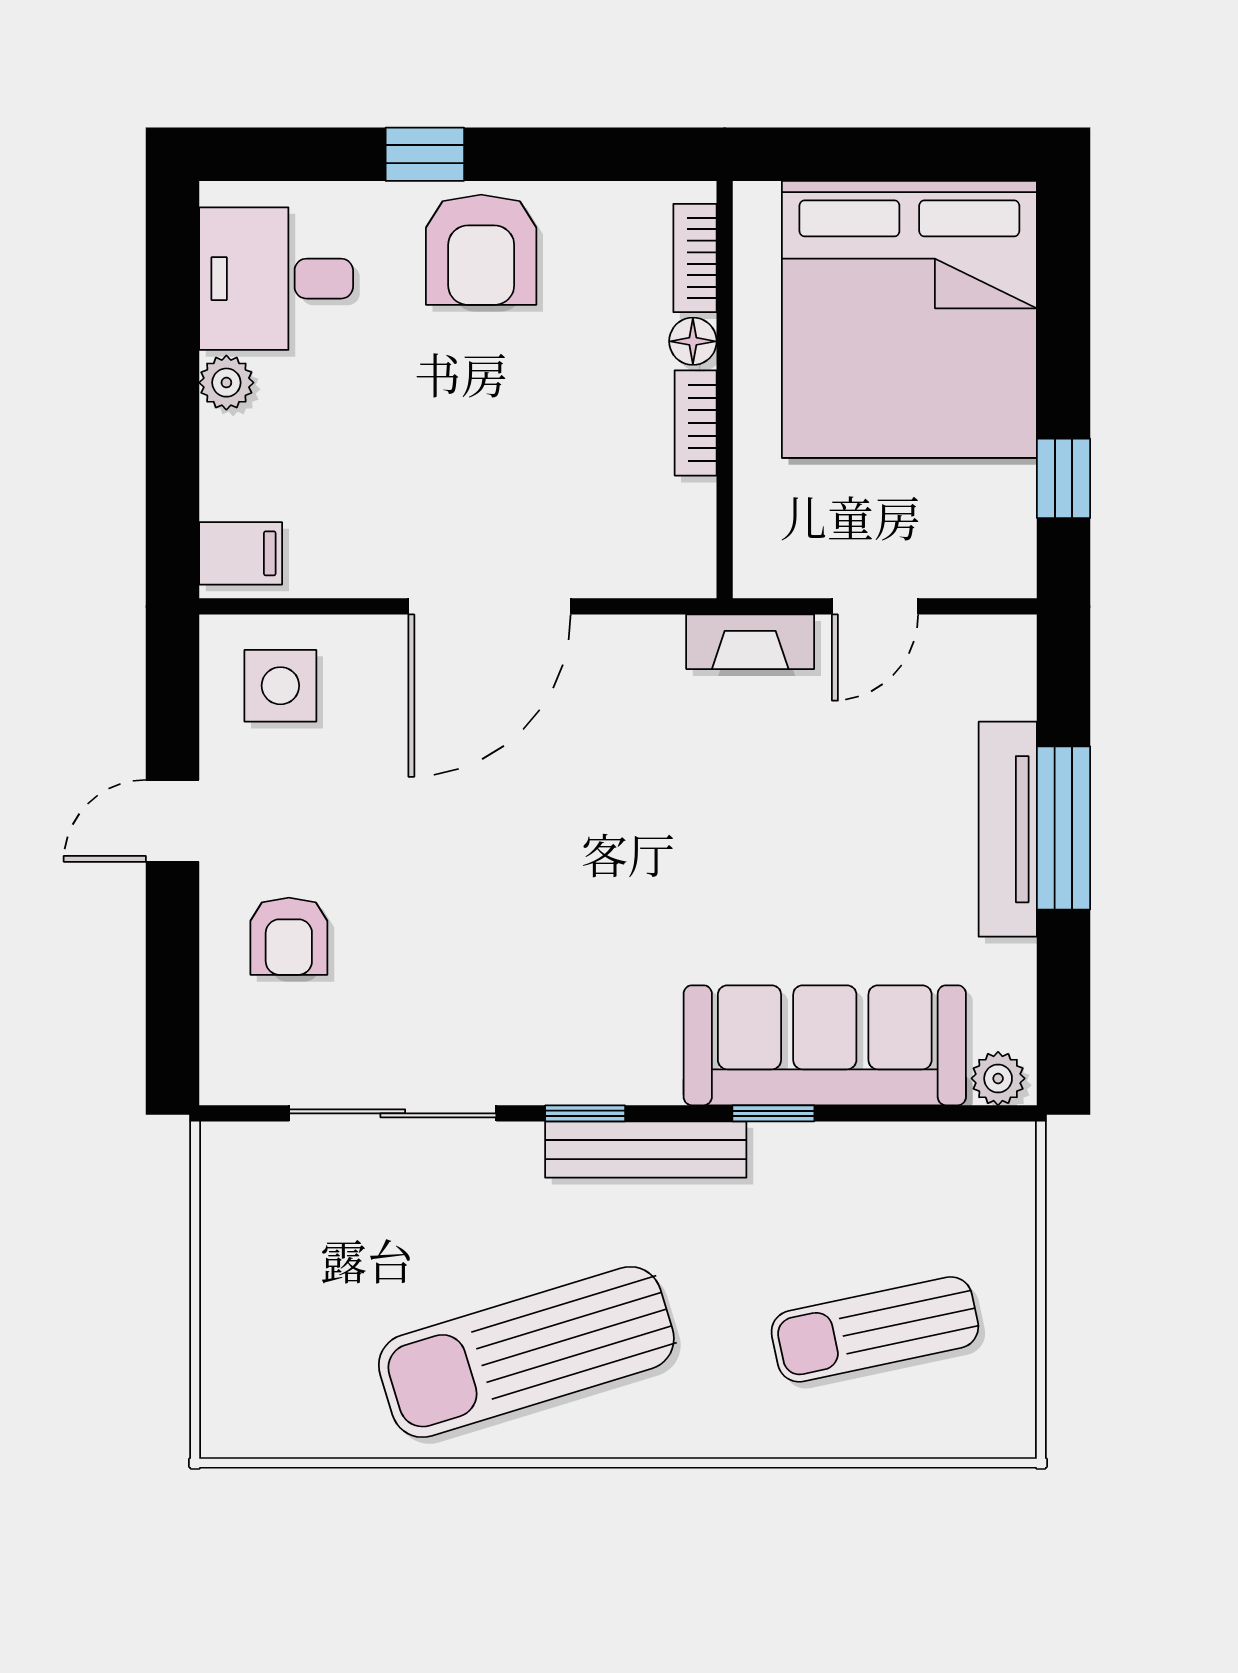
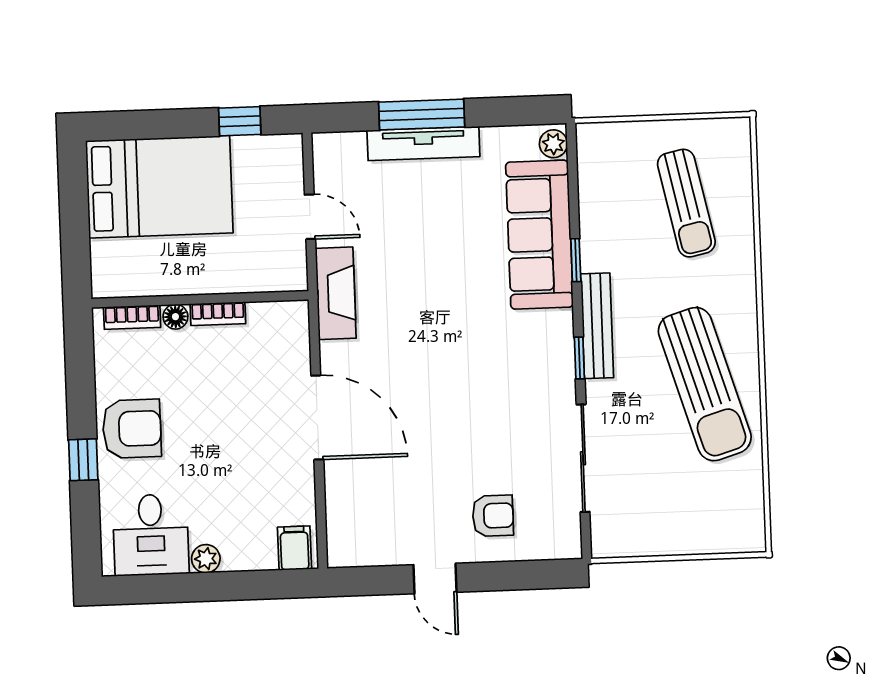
bed: (909, 319) -> (159, 187), width x0.73
fireplace: (750, 642) -> (336, 293), width x1.37, depth x1.32
side table: (280, 686) -> (363, 525), removed

